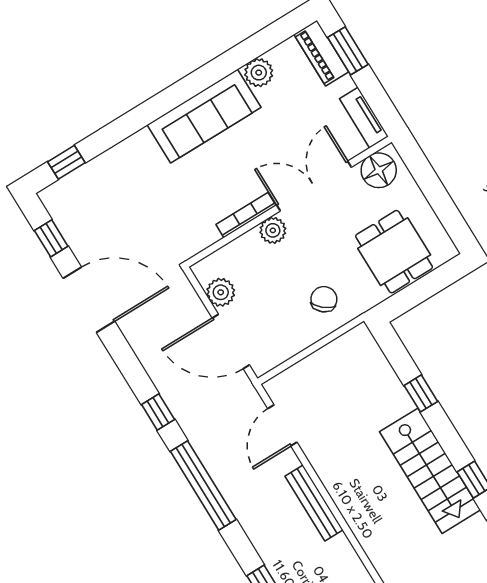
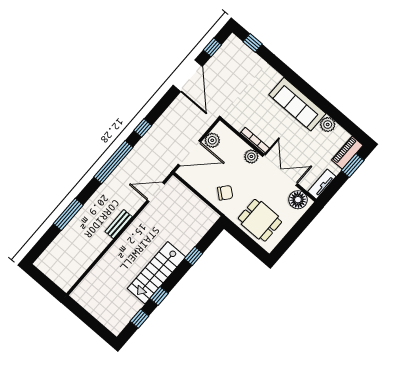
dining table: (394, 252) -> (260, 220), turned 90
door: (231, 342) -> (189, 153), swing flipped
bench: (314, 503) -> (119, 224), width x0.73

